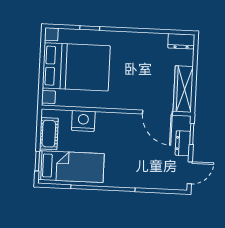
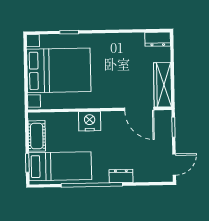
nightstand: (83, 121) -> (90, 121), moved
dresser: (183, 143) -> (121, 176), moved, turned 90

